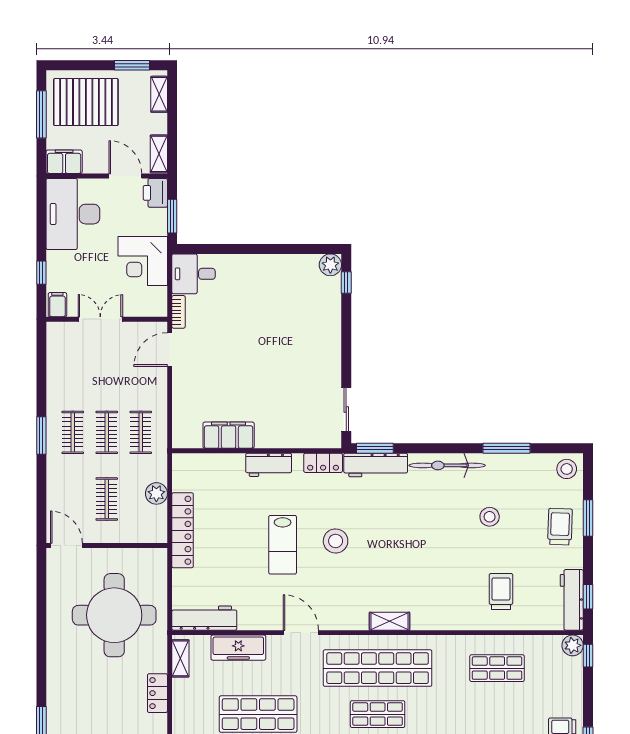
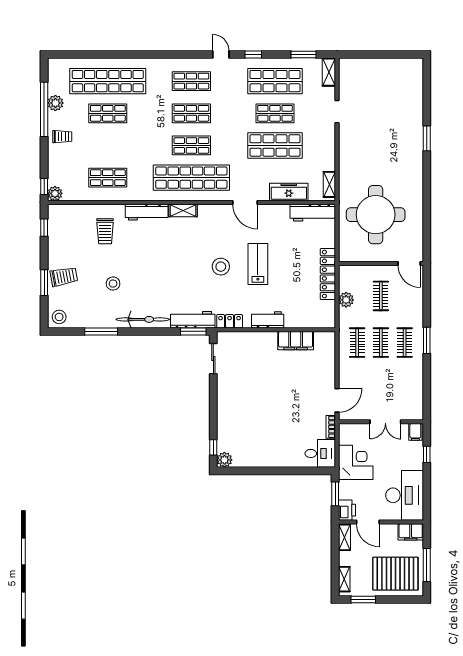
trolley: (560, 527) -> (64, 277), turned -103
workbench: (572, 600) -> (147, 212), moved, turned 90
locker: (157, 693) -> (345, 160), removed

